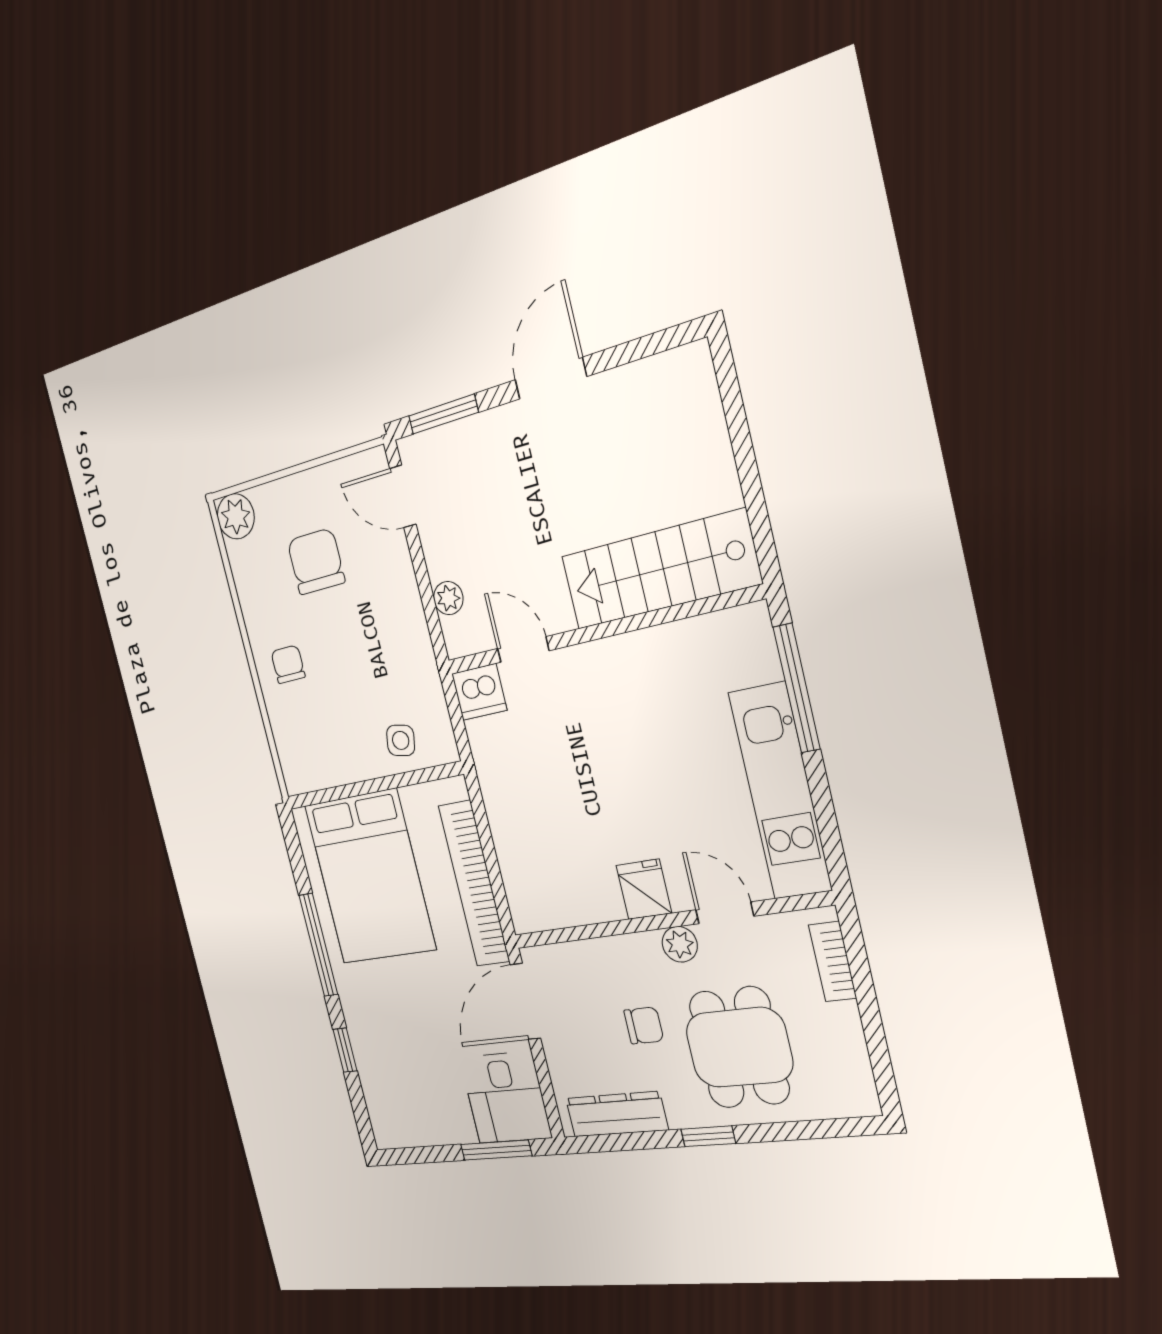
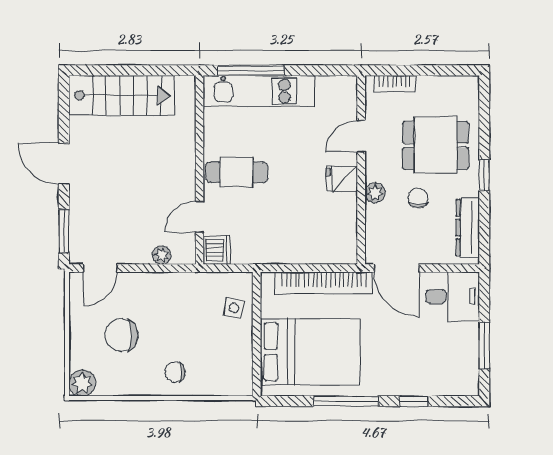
stairs: (660, 570) -> (122, 95), moved, turned -90
cafe table: (611, 699) -> (237, 172), added
kitchen unit: (780, 791) -> (259, 91), moved
plant: (680, 944) -> (375, 193), moved
window: (496, 1150) -> (484, 346), moved

